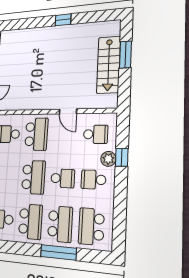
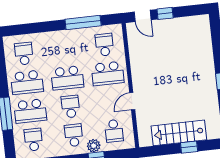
window: (125, 55) -> (189, 147), width x0.67
school desk: (63, 178) -> (70, 107), turned 180
school desk: (91, 227) -> (33, 140), width x0.54

